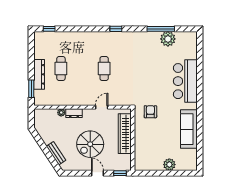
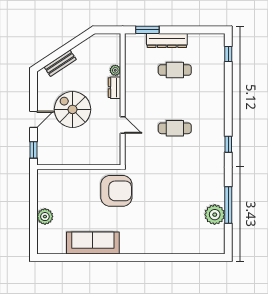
bar counter: (185, 81) -> (158, 238), removed
armchair: (150, 112) -> (116, 191), width x1.88, depth x1.88
wardrobe: (125, 134) -> (87, 156), removed

